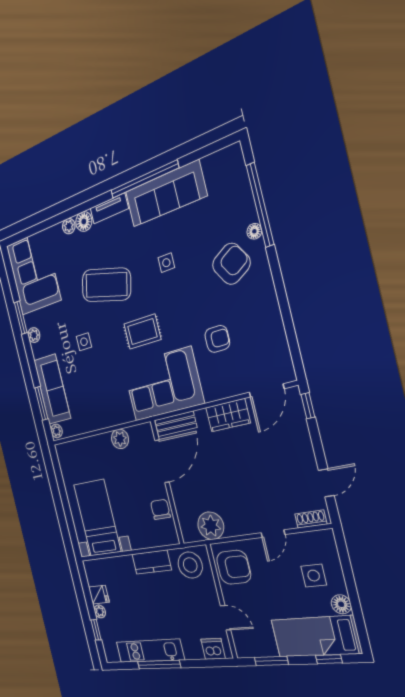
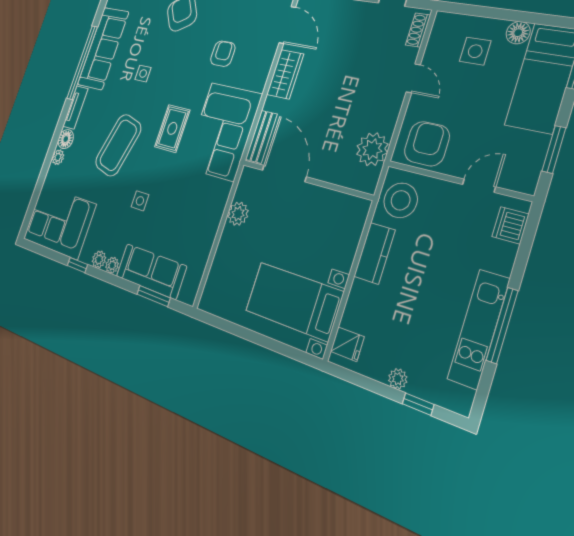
window: (21, 318) -> (77, 265), width x0.67
plant: (57, 431) -> (112, 265), moved
chair: (160, 509) -> (327, 205), removed
fridge: (99, 595) -> (347, 344), moved, turned 90

